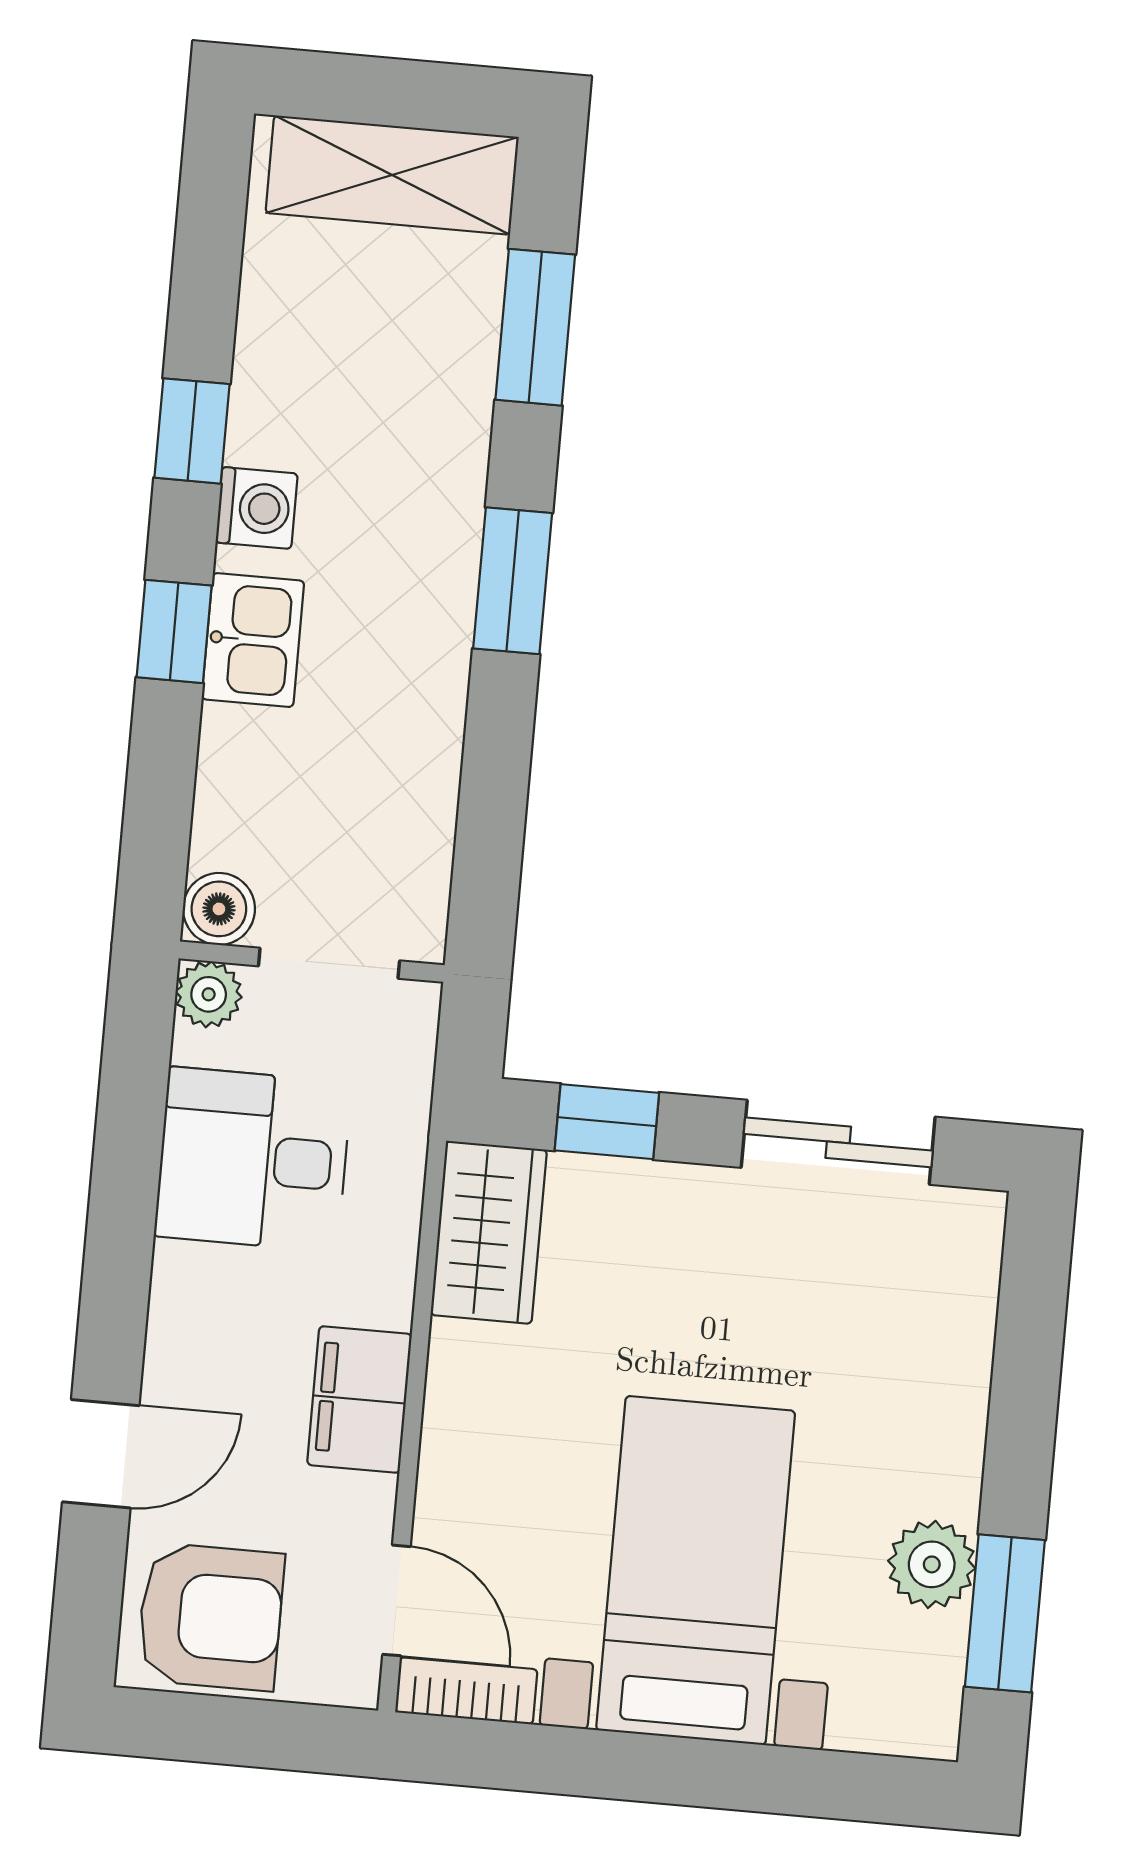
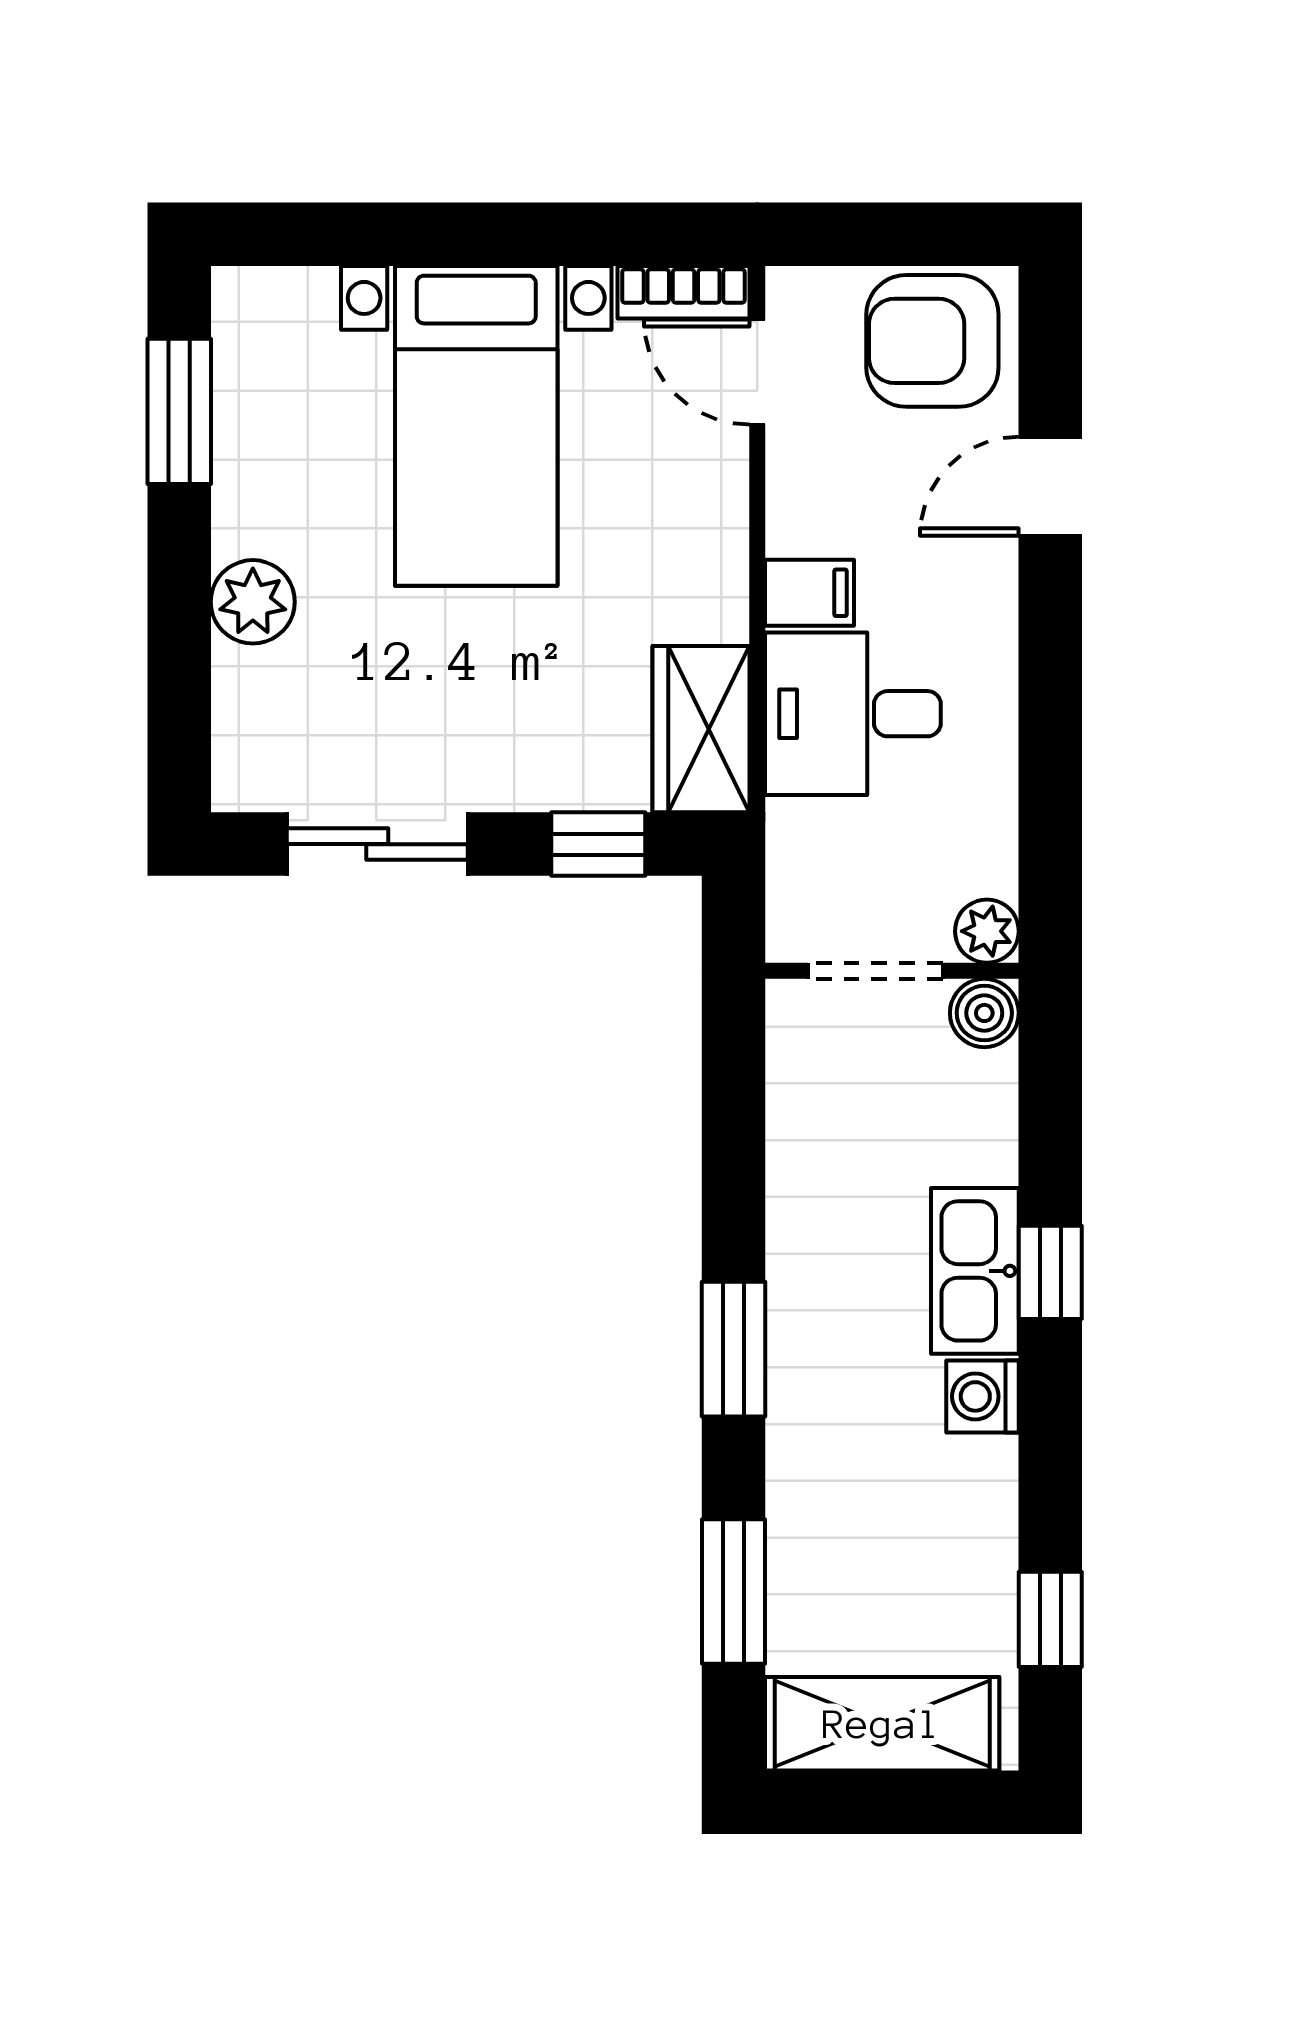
window: (192, 431) -> (1050, 1619), moved
kitchen sink: (253, 640) -> (975, 1271), width x1.38
desk: (253, 1159) -> (853, 714), moved, turned 180
filing cabinet: (359, 1400) -> (810, 593), width x0.50
plant: (932, 1564) -> (253, 602), moved

